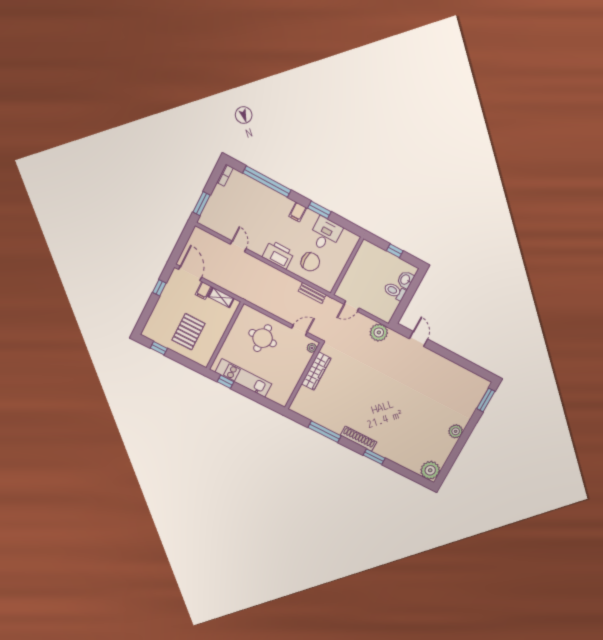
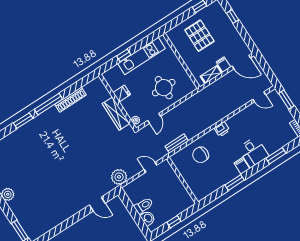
window: (267, 181) -> (276, 156), width x0.47
desk: (325, 234) -> (253, 152), moved
door: (238, 246) -> (259, 97), moved
printer: (278, 255) -> (222, 129), width x0.53, depth x0.68
window: (159, 288) -> (233, 16), moved
door: (352, 306) -> (151, 167), hinge flipped
fridge: (293, 377) -> (122, 94), added
window: (225, 382) -> (124, 55), moved
window: (324, 432) -> (49, 104), moved
shoe rack: (358, 439) -> (71, 100), moved

